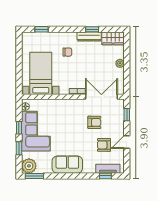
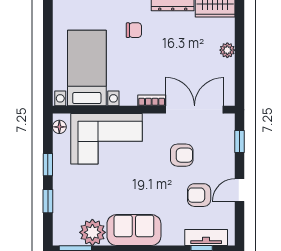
corner sofa: (36, 131) -> (106, 139), moved, turned 90
plant: (29, 166) -> (92, 232), moved

